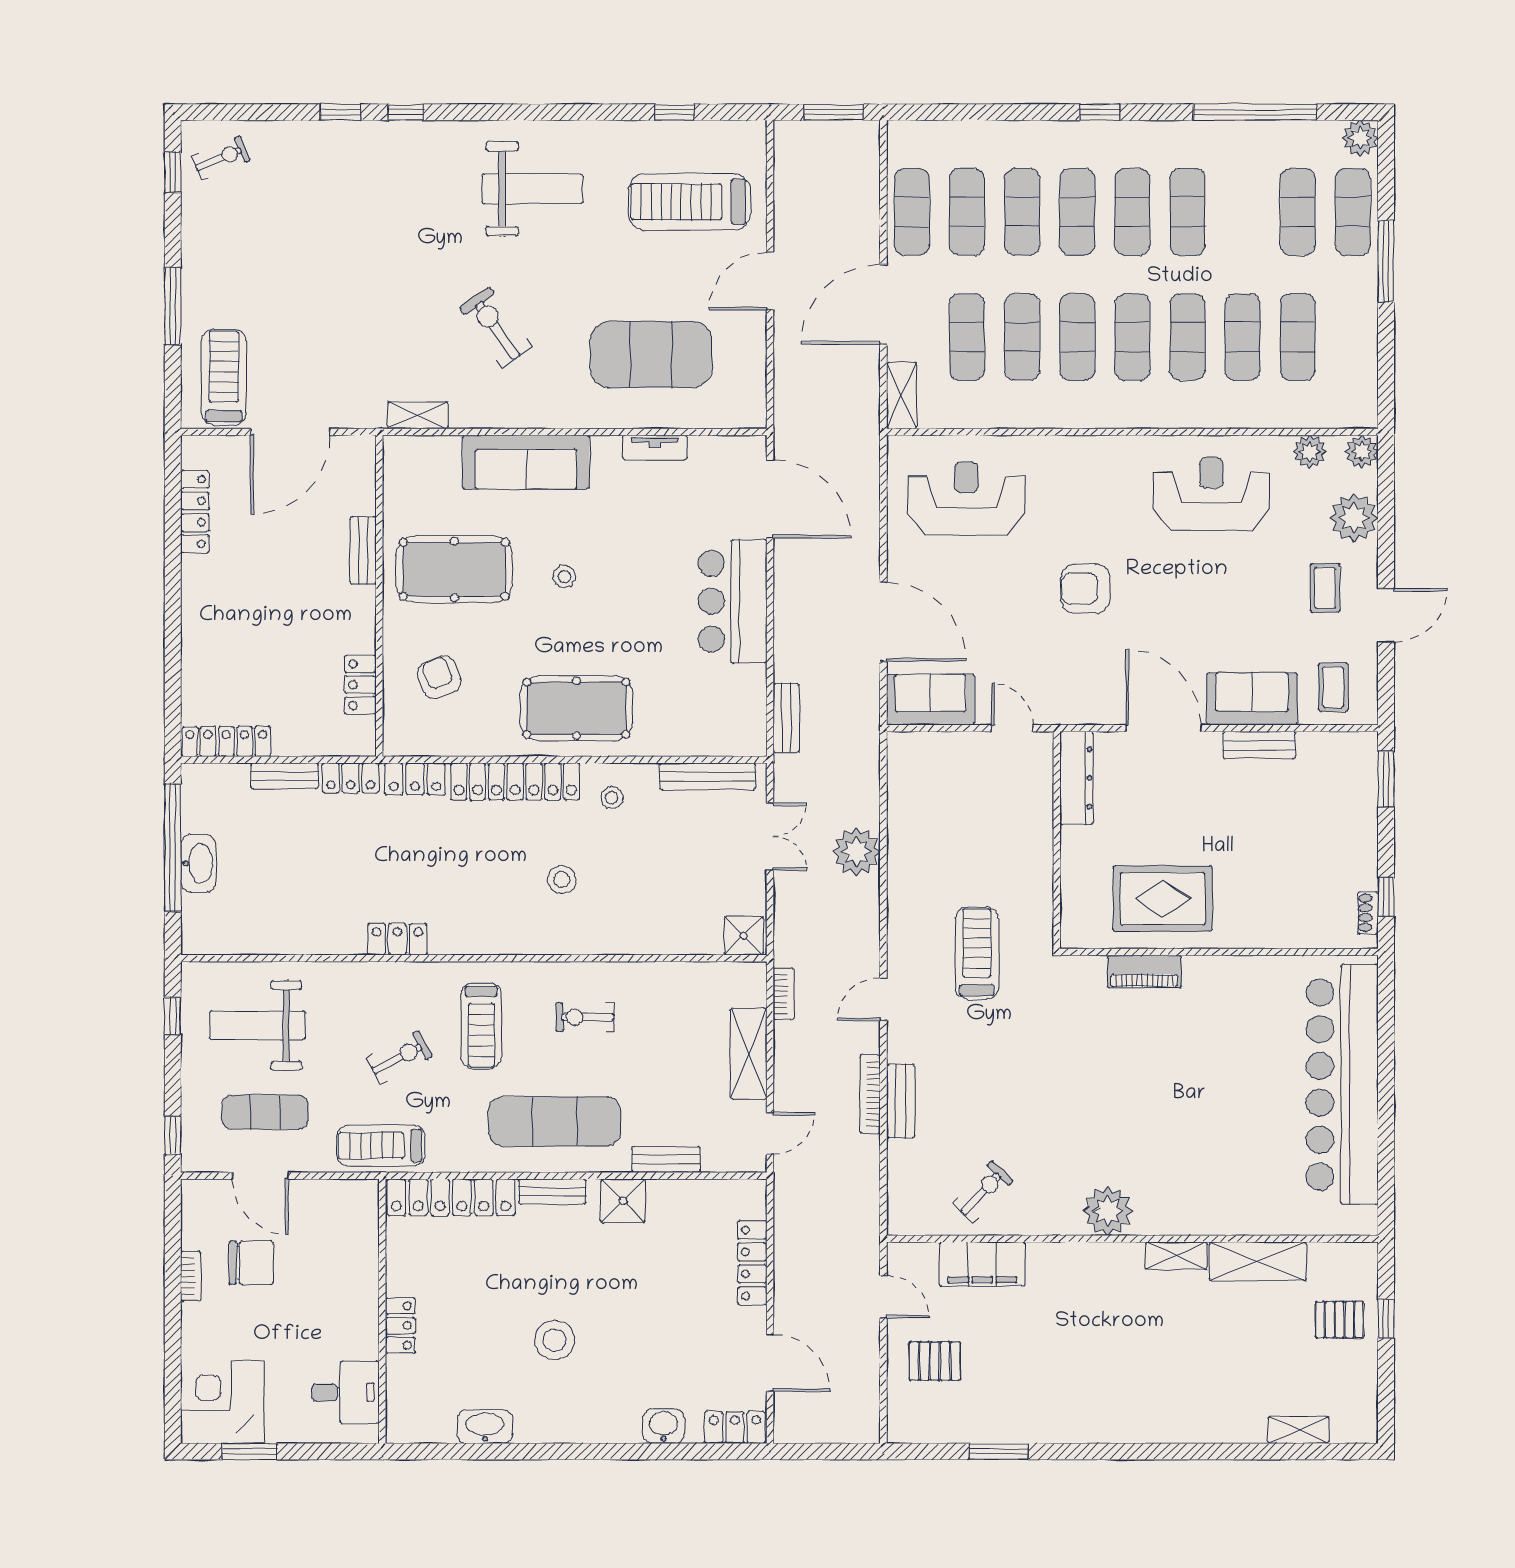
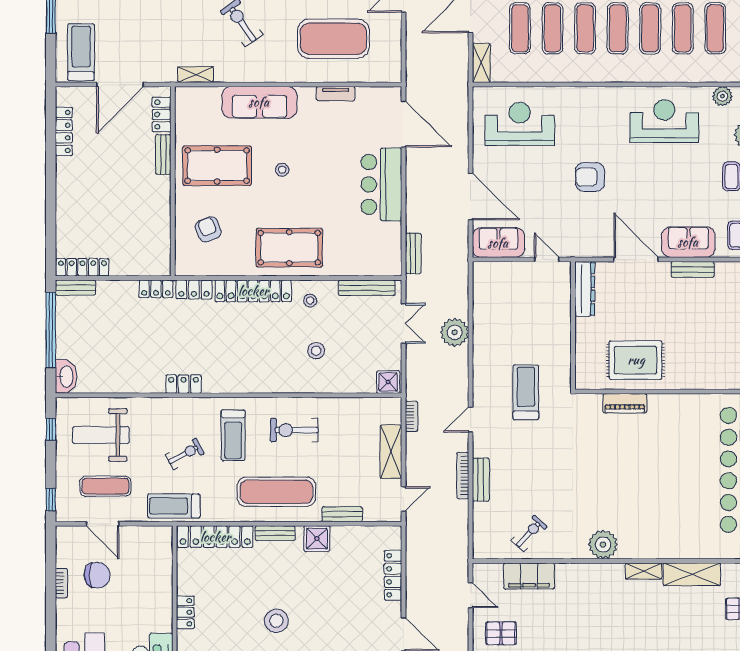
locker: (360, 685) -> (162, 115), moved
bench: (284, 776) -> (75, 288), moved
washbasin: (198, 863) -> (66, 376), moved
stool: (562, 879) -> (316, 351), moved
exercise bike: (585, 1017) -> (294, 430), width x1.38, depth x1.39

